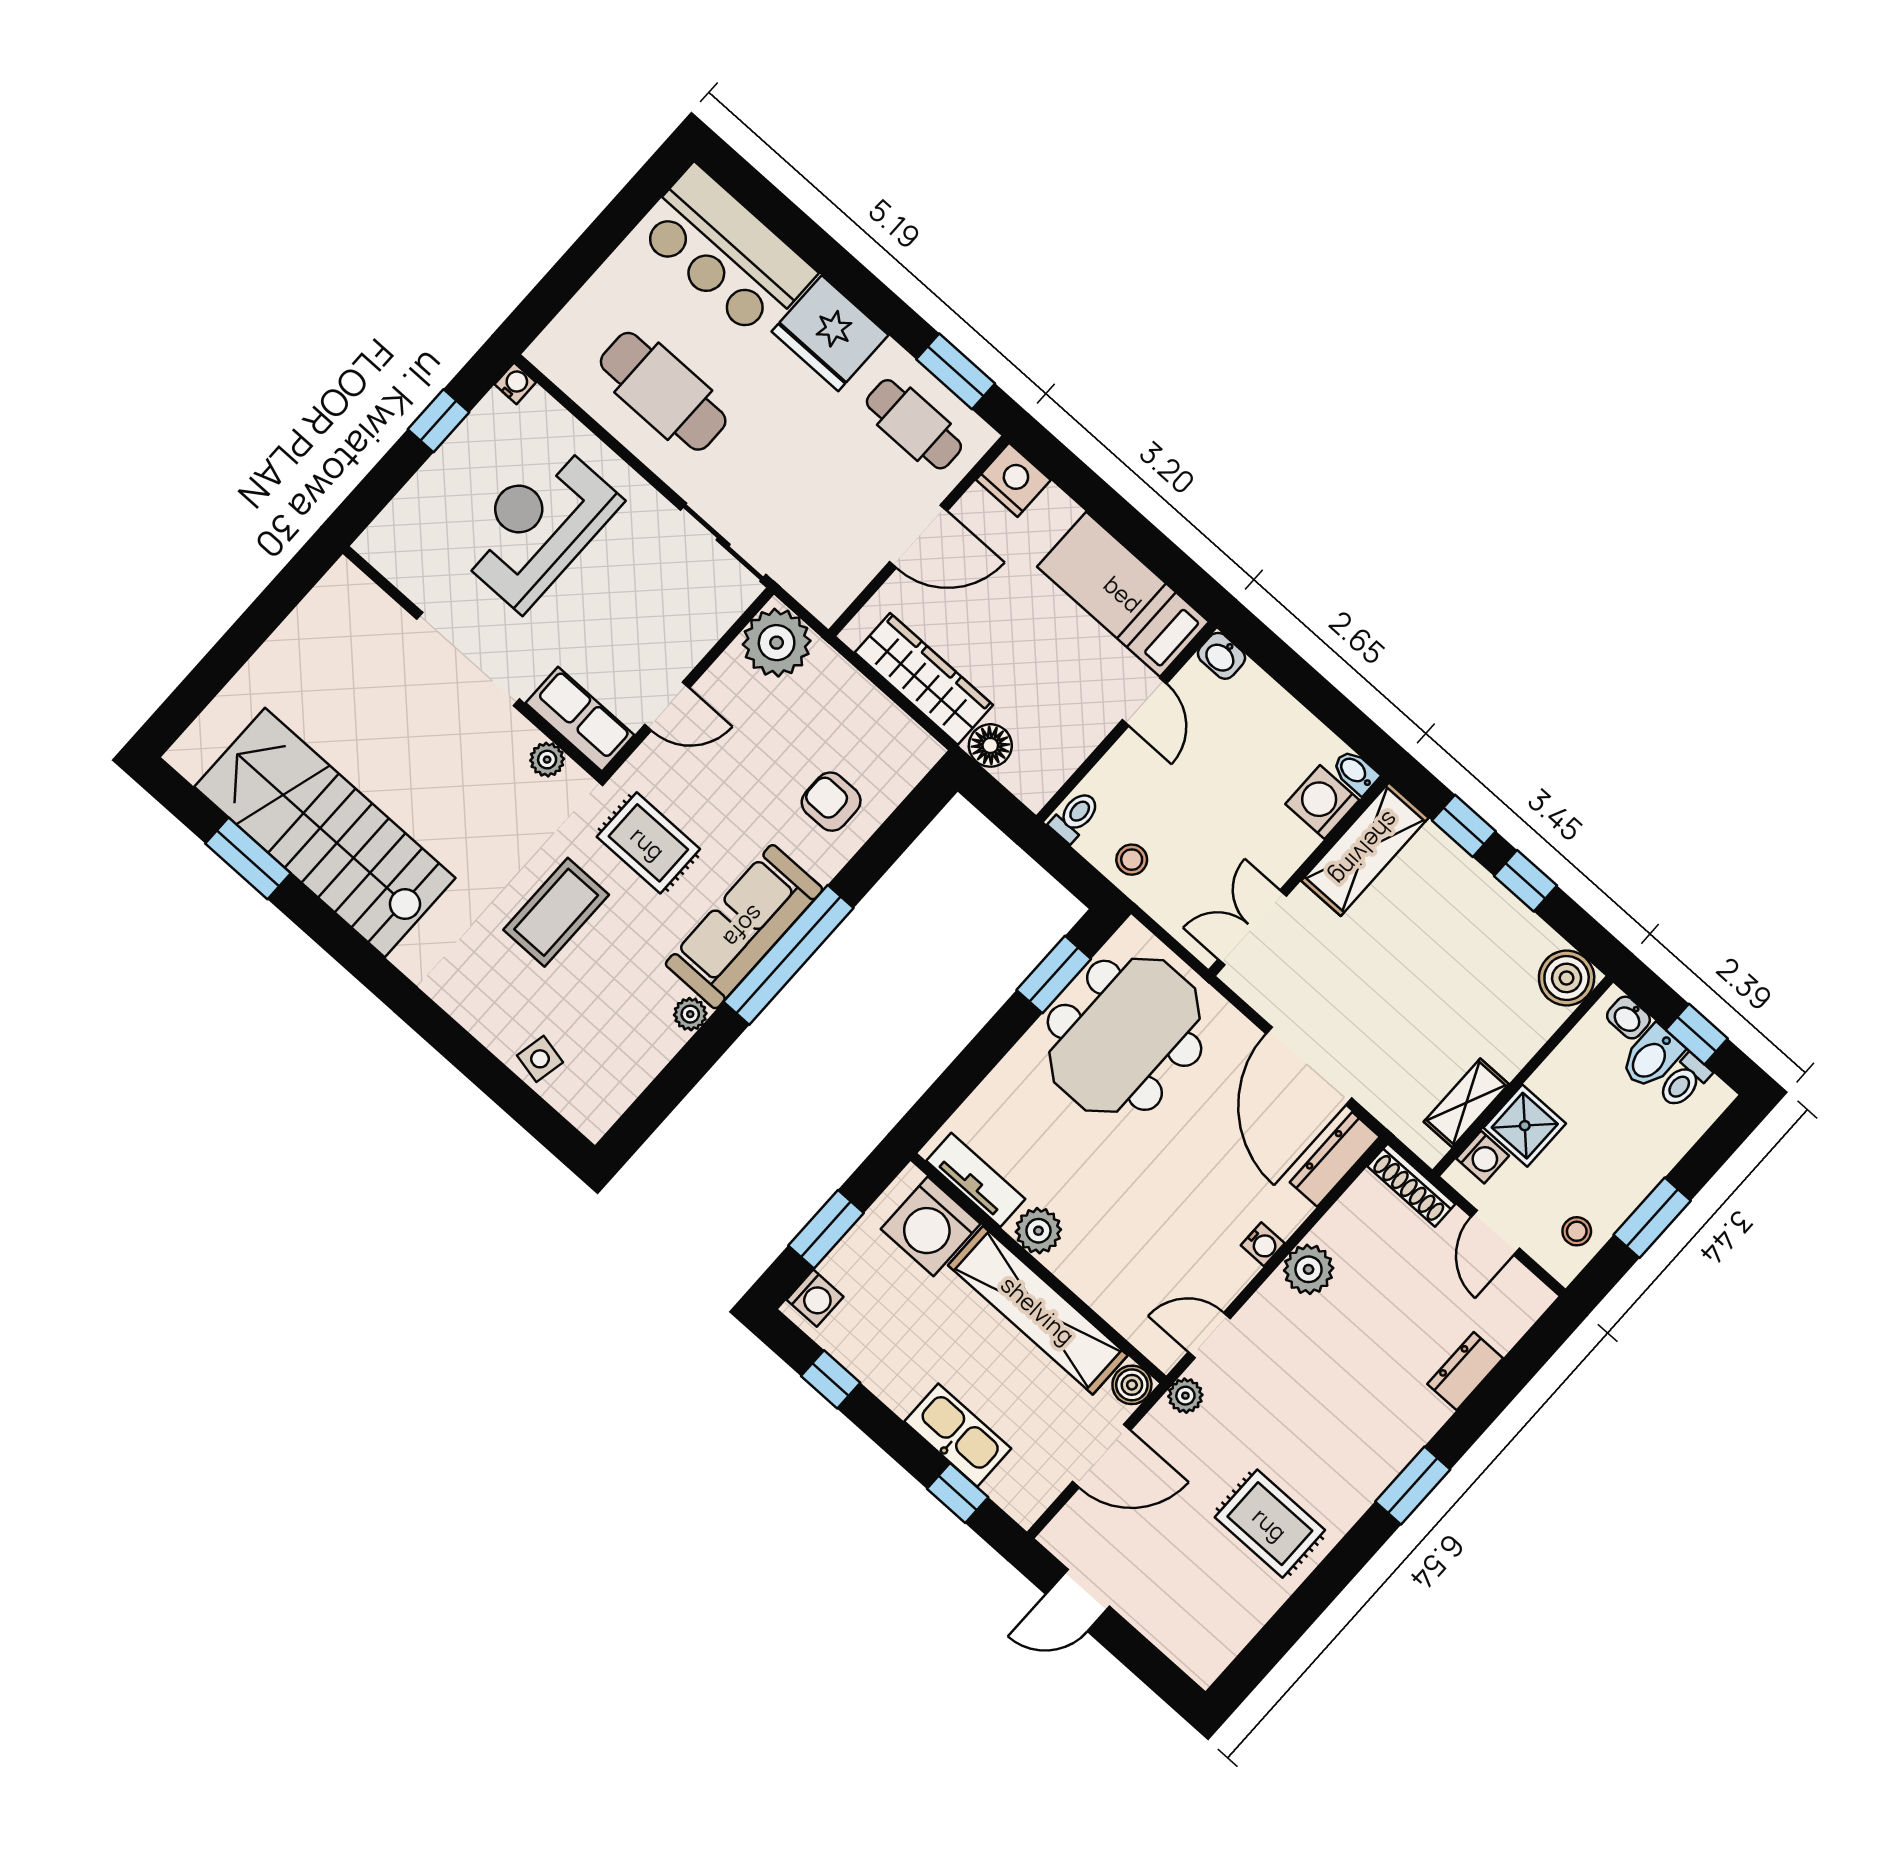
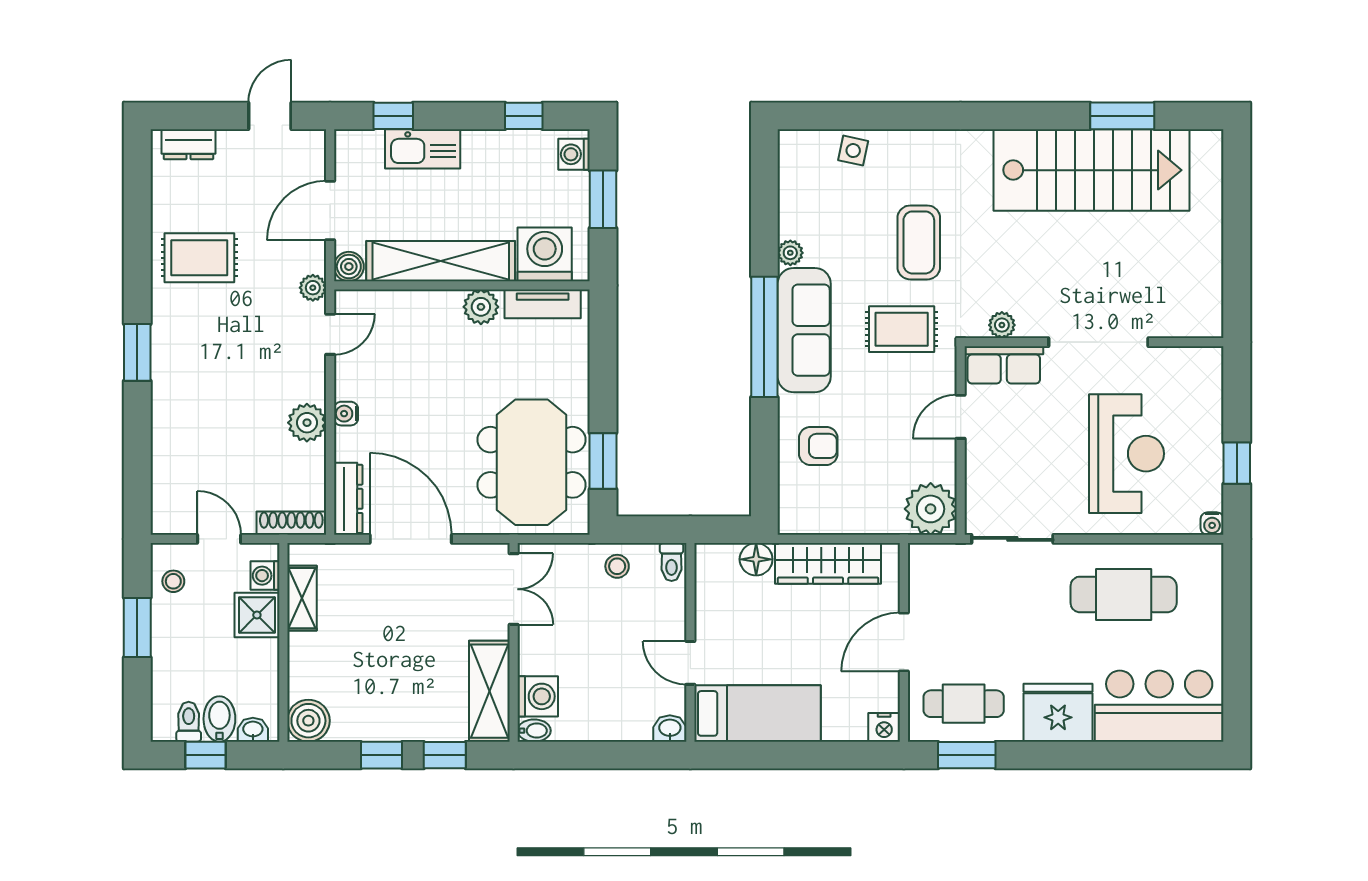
nightstand: (1013, 480) -> (884, 727), width x0.74, depth x0.75
dresser: (1465, 1371) -> (189, 144), moved, turned 90

